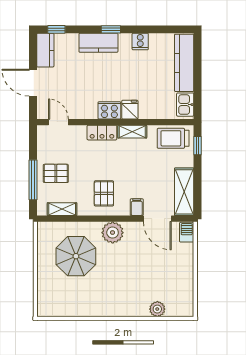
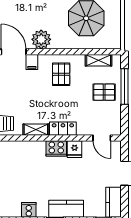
fridge: (130, 110) -> (75, 149), moved
plant: (113, 233) -> (41, 39), moved

